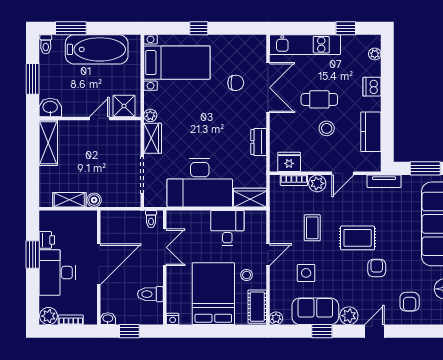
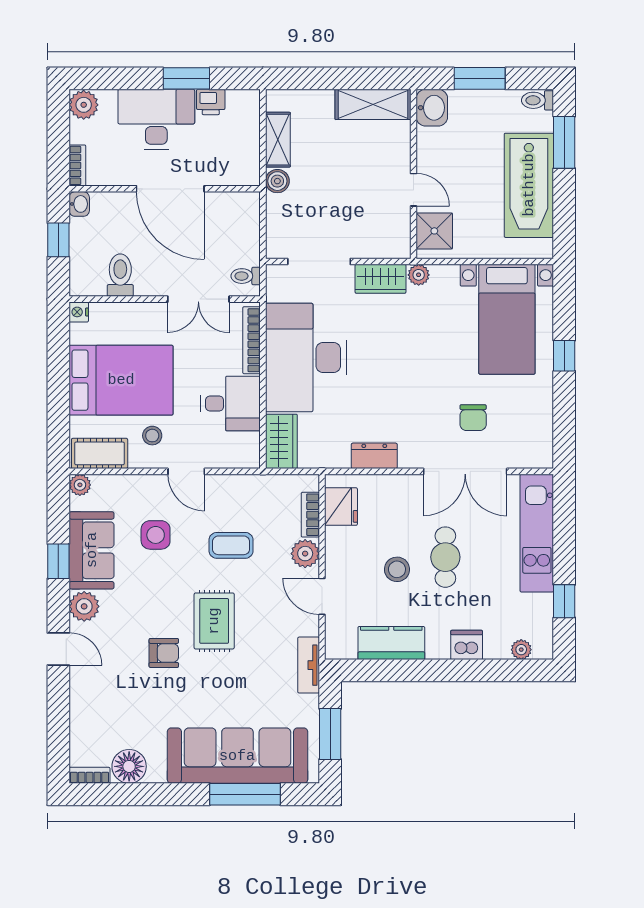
bookcase: (189, 215) -> (252, 340), added
armchair: (410, 302) -> (108, 708), removed
bookcase: (71, 320) -> (77, 165), moved

